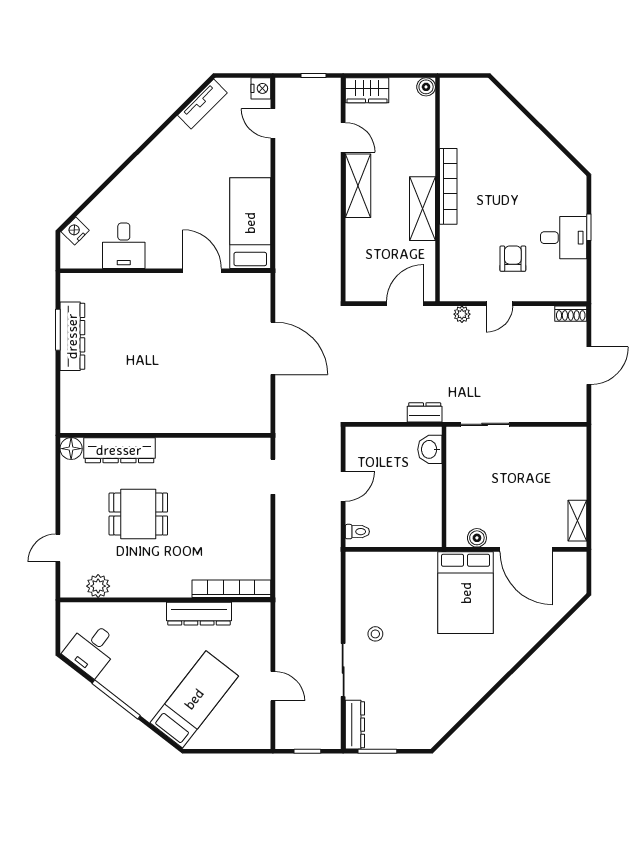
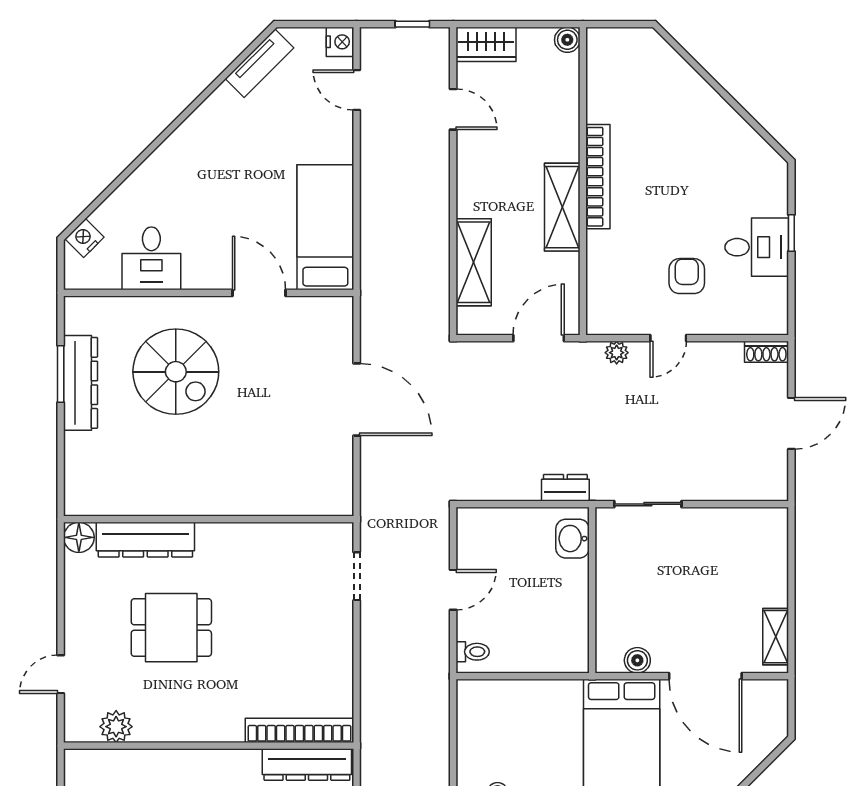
shelving: (358, 186) -> (474, 262), moved
spiral stairs: (142, 328) -> (176, 372), added
dresser: (199, 614) -> (307, 765), moved

